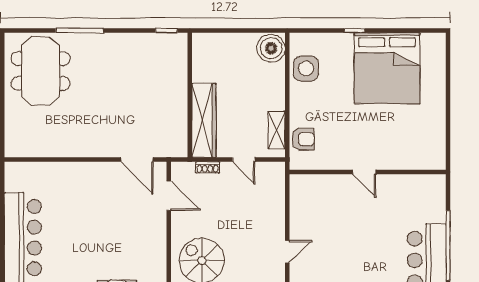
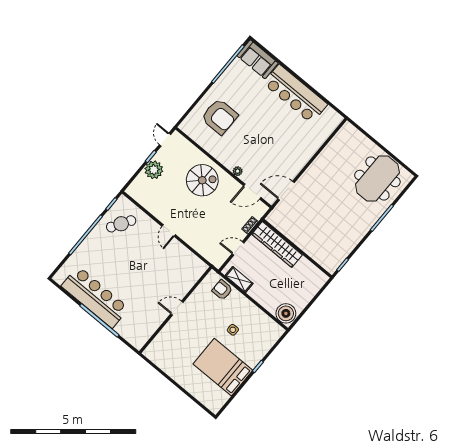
side table: (306, 68) -> (233, 330), moved, width x0.54, depth x0.54
bed: (387, 68) -> (223, 367), width x0.73
meeting table: (41, 71) -> (377, 178), turned 90
armchair: (303, 139) -> (222, 290), turned 90
plant: (160, 230) -> (238, 171), added

